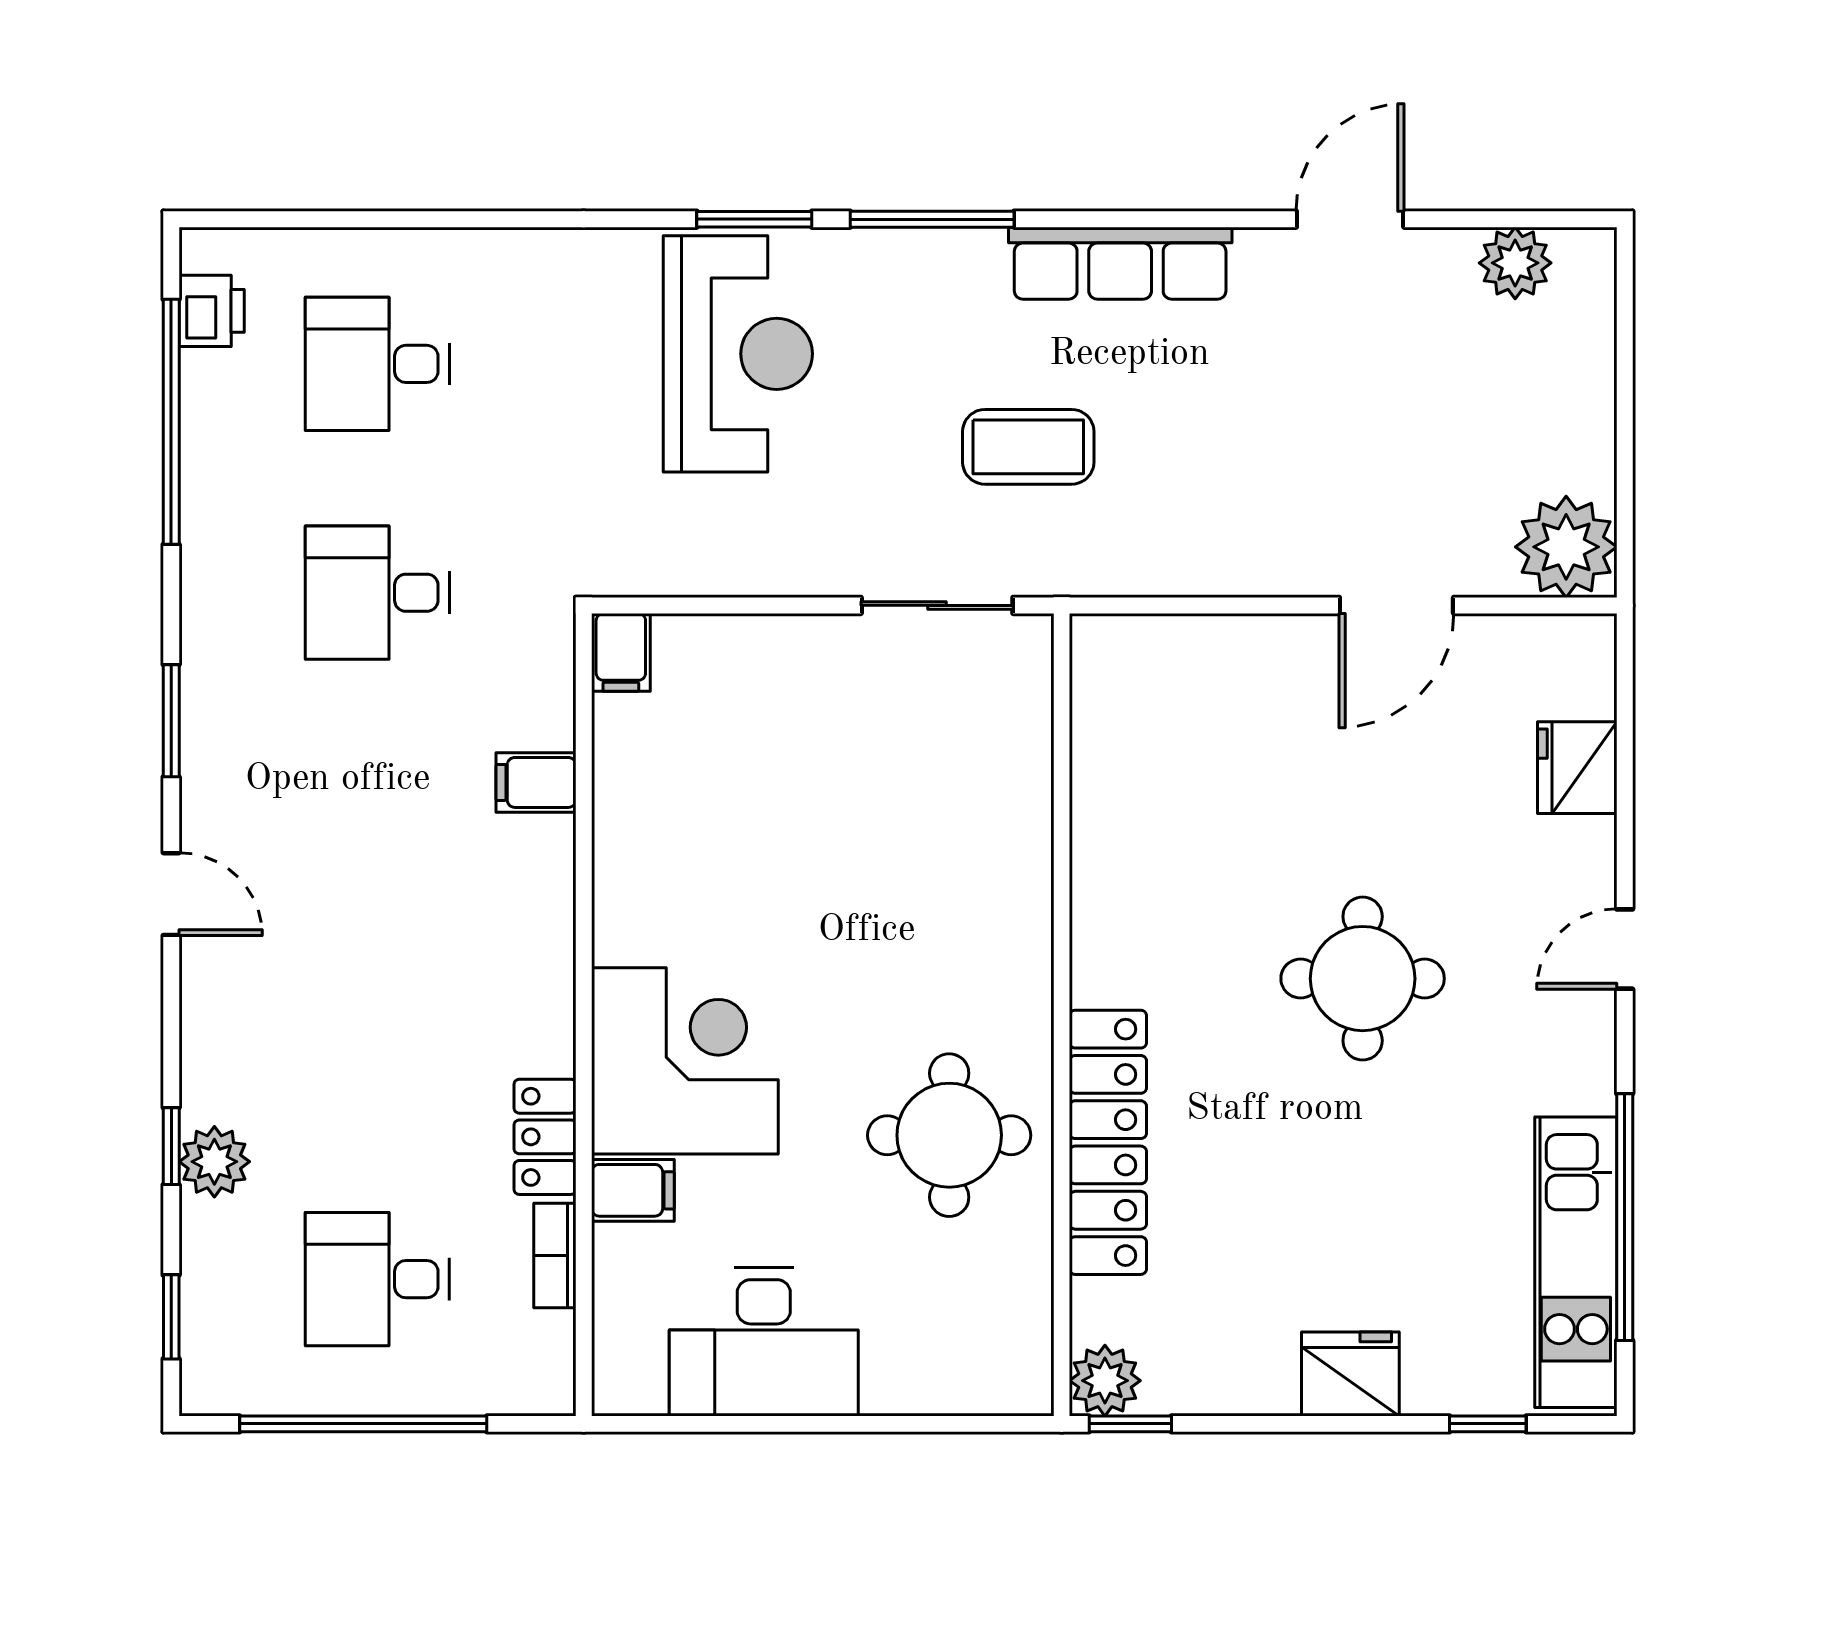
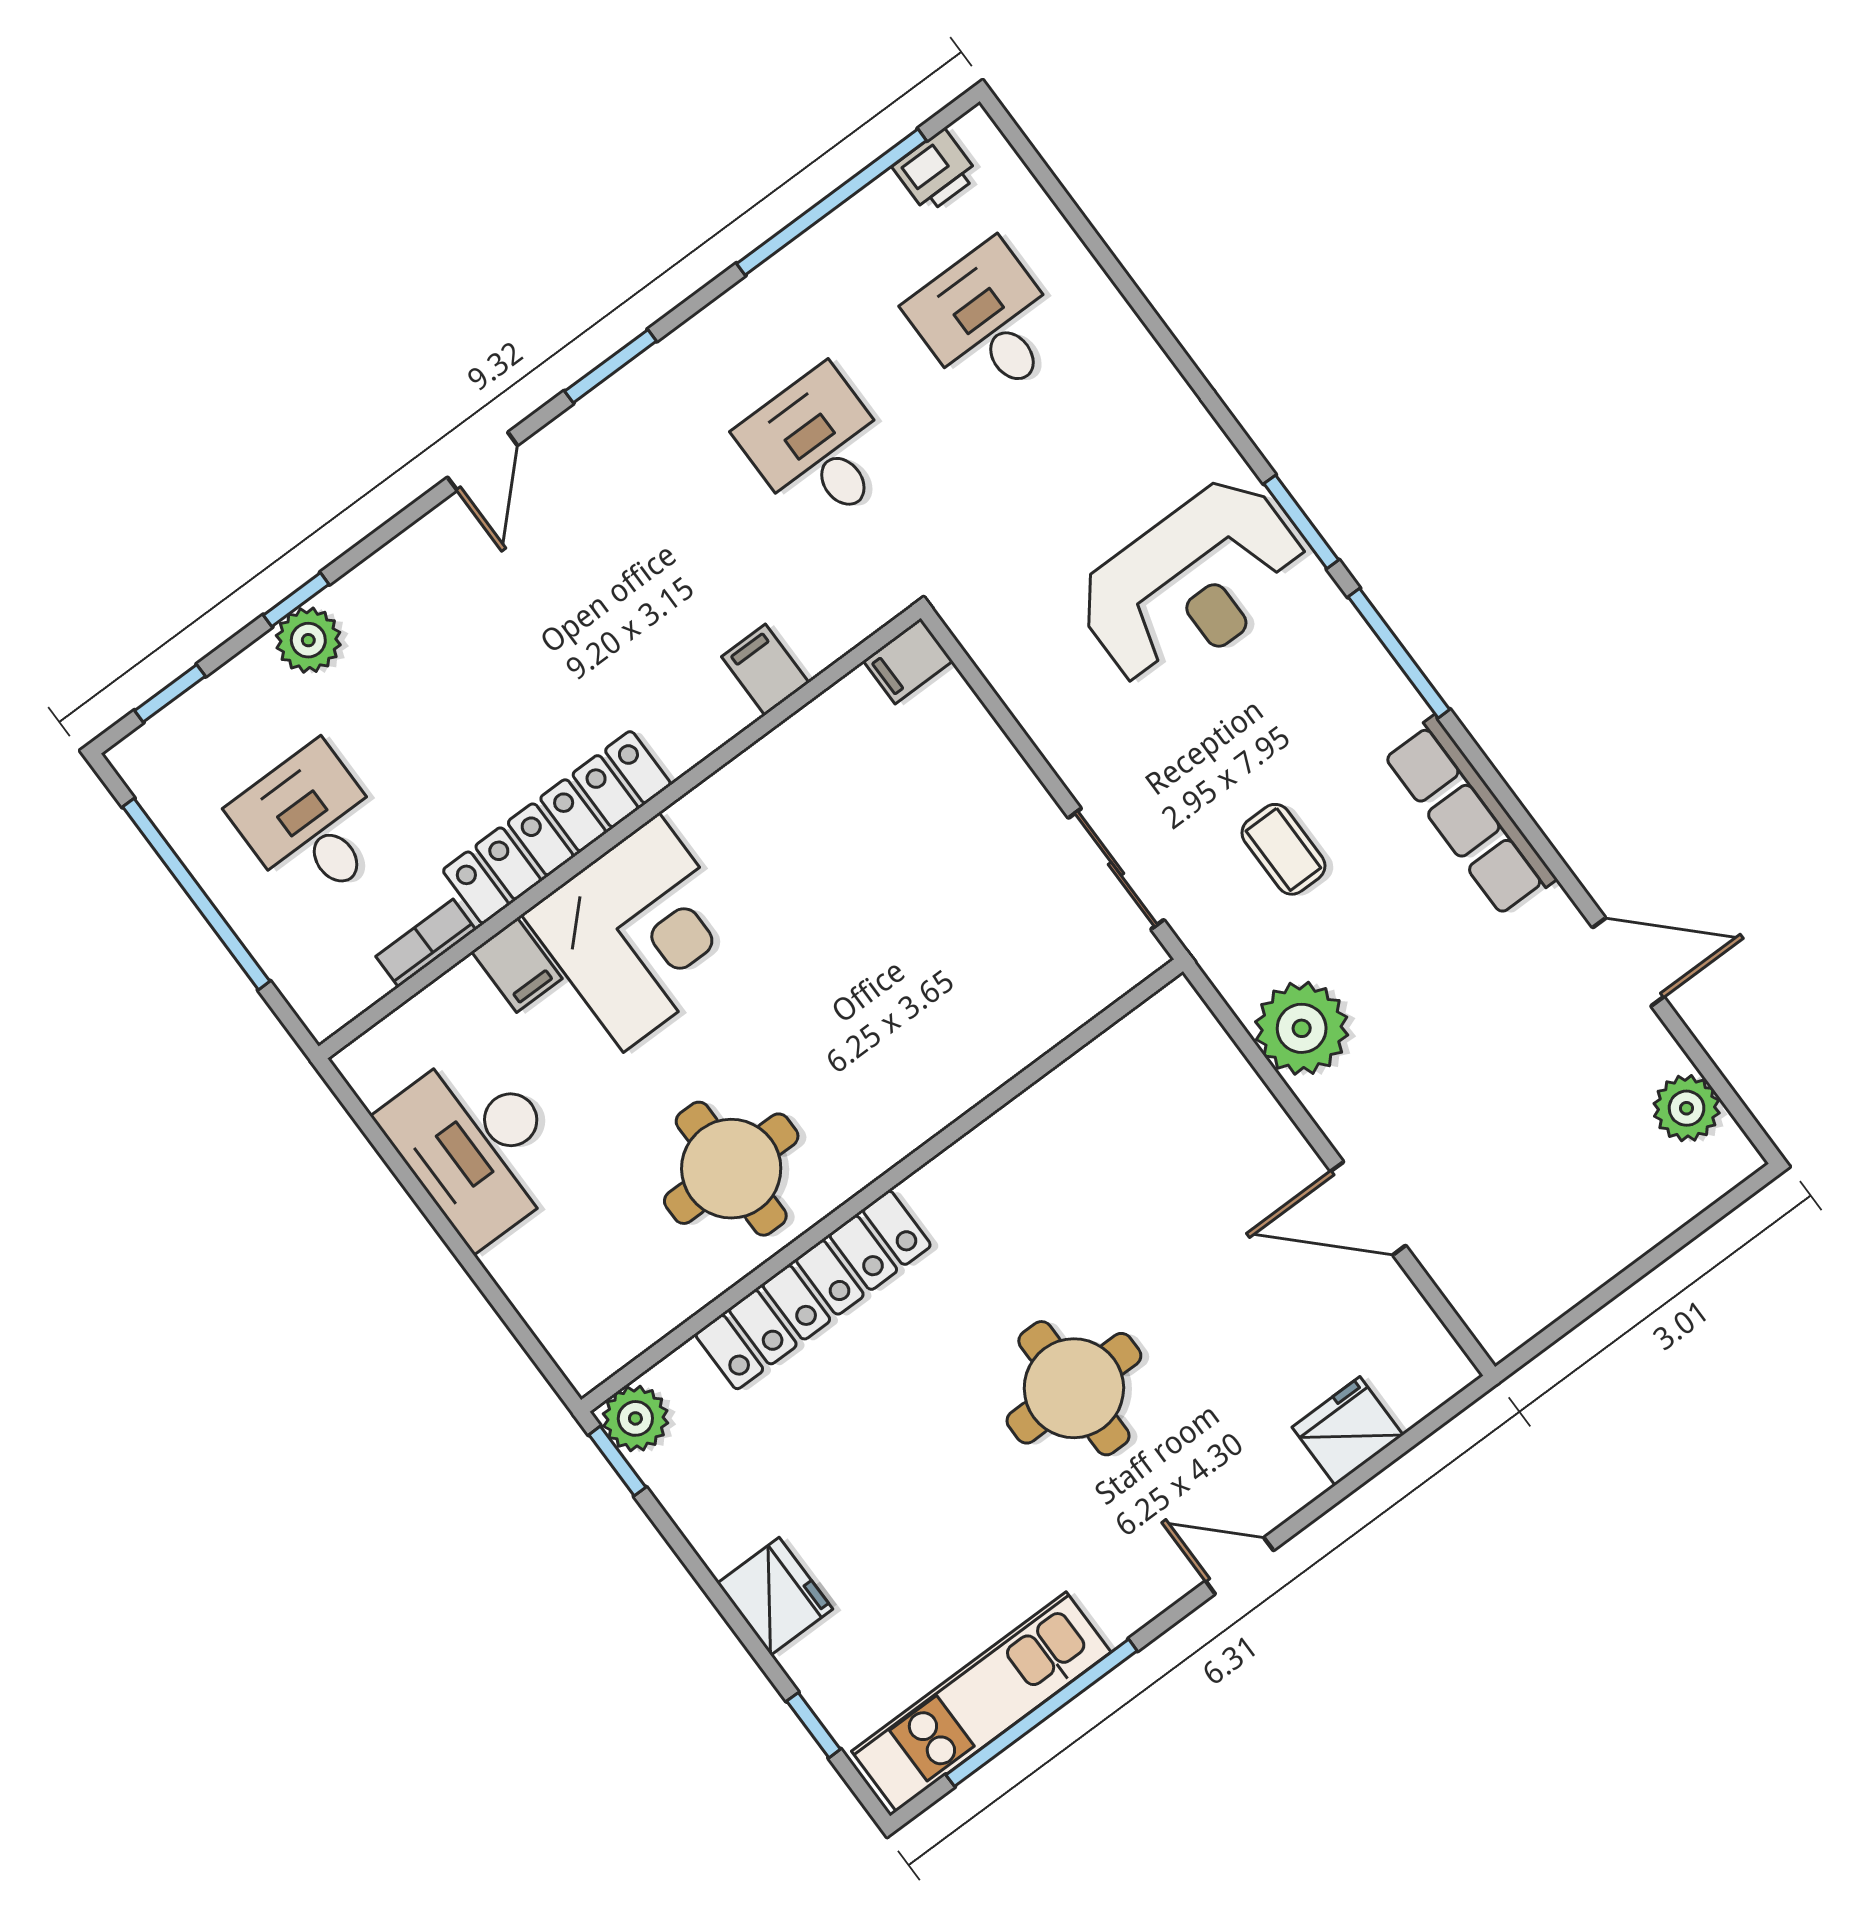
coffee table: (1028, 447) -> (1283, 849), width x0.73, depth x0.77
plant: (1566, 547) -> (1302, 1028), moved
locker: (545, 1137) -> (557, 827), width x2.16, depth x1.21

